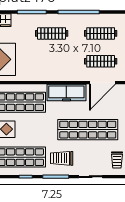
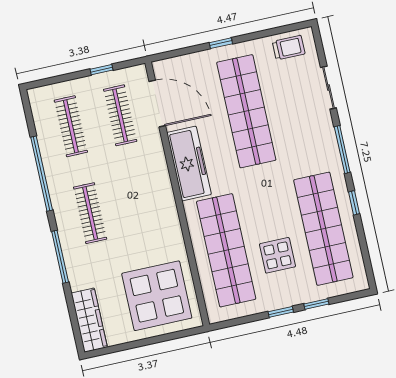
trolley: (62, 158) -> (308, 146), removed

